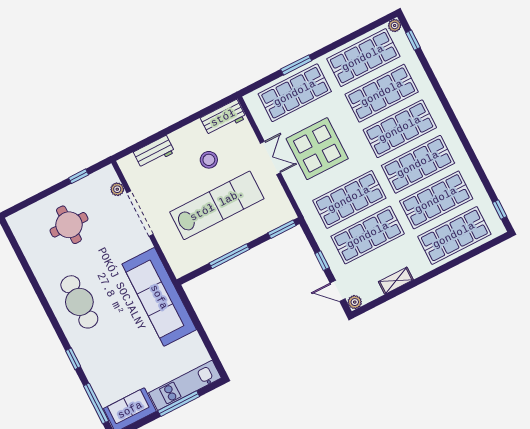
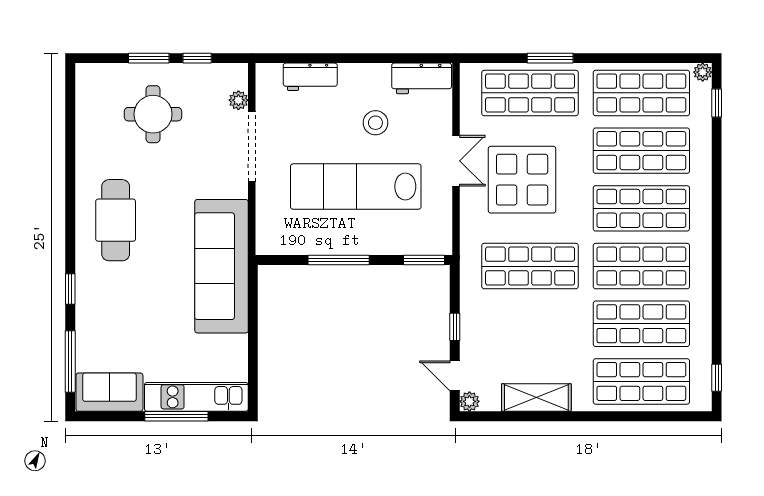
window: (49, 192) -> (149, 58), added
lab bench: (217, 205) -> (356, 187), turned 180
shop shelf: (368, 235) -> (530, 324), removed
shelving: (396, 281) -> (536, 398), width x1.50, depth x1.33

